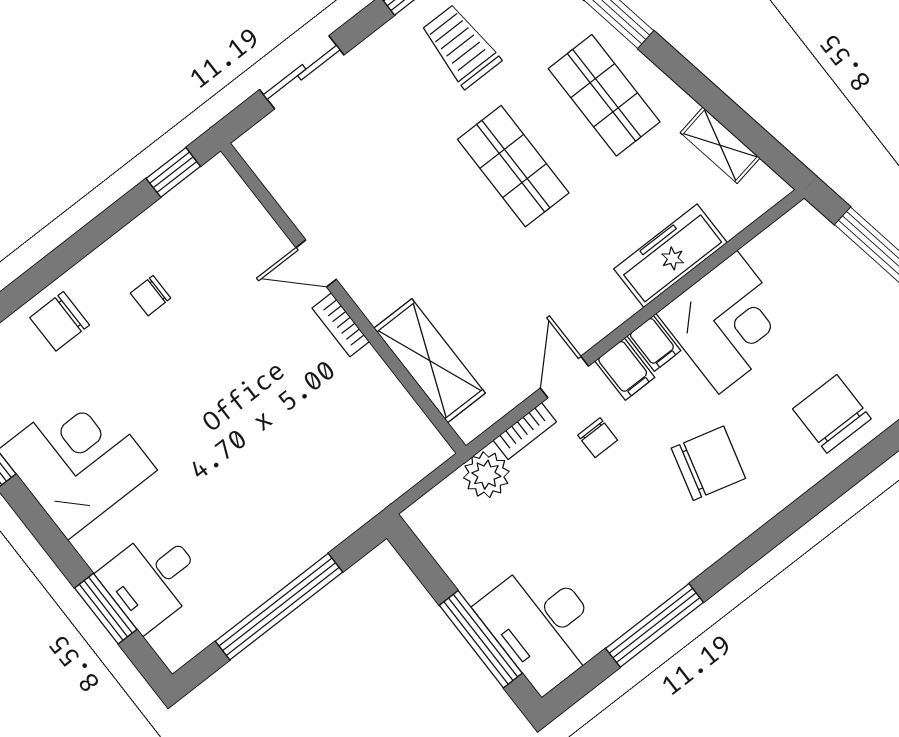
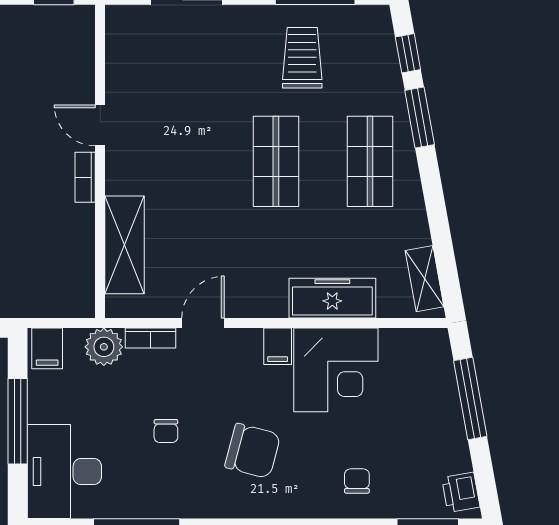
shelving: (720, 145) -> (425, 279), moved
filing cabinet: (625, 369) -> (47, 348), moved
chair: (832, 414) -> (357, 481), width x0.54, depth x0.54
chair: (598, 438) -> (166, 431), moved
window: (481, 639) -> (18, 421), moved

